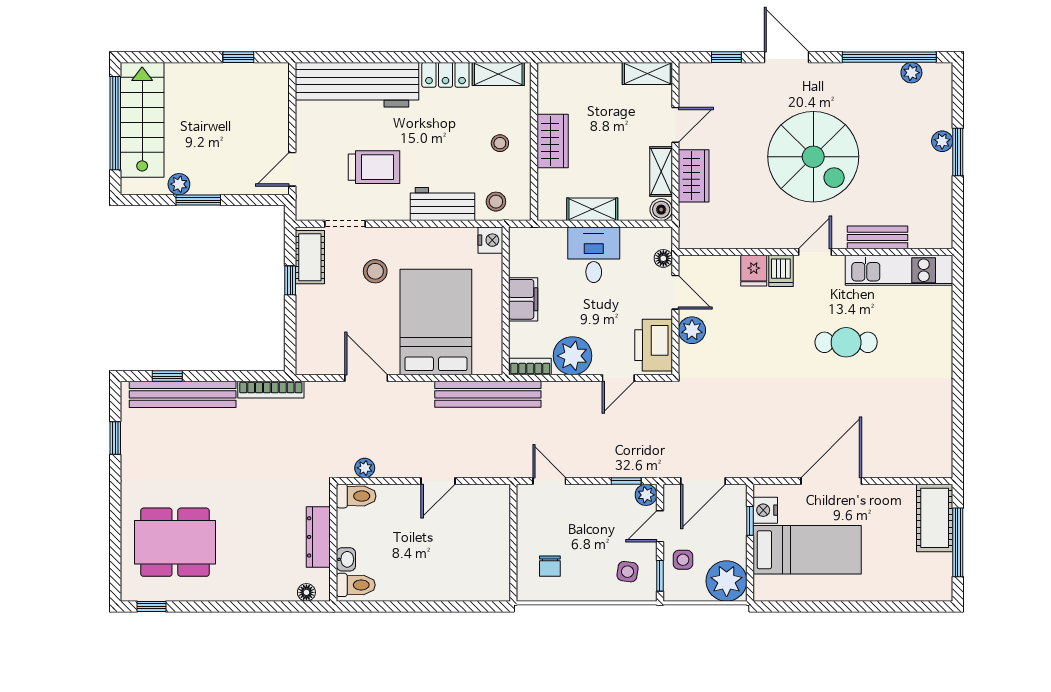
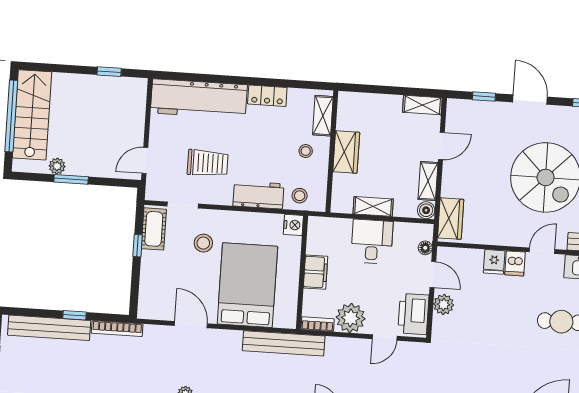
shelving: (498, 74) -> (323, 116), moved, turned 90
wardrobe: (694, 176) -> (451, 219), moved
window: (167, 376) -> (75, 315), moved

